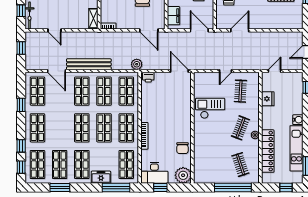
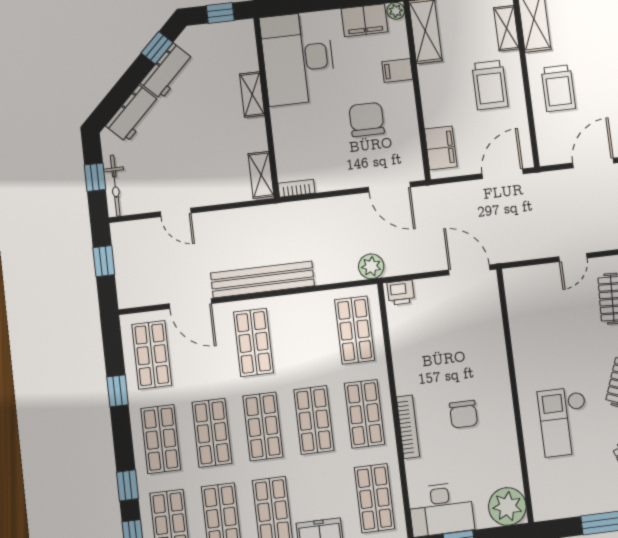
door: (199, 30) -> (503, 174), hinge flipped
shop shelf: (104, 91) -> (212, 433), moved
checkout: (210, 108) -> (564, 422), moved, turned -90
chair: (182, 148) -> (463, 414), moved

